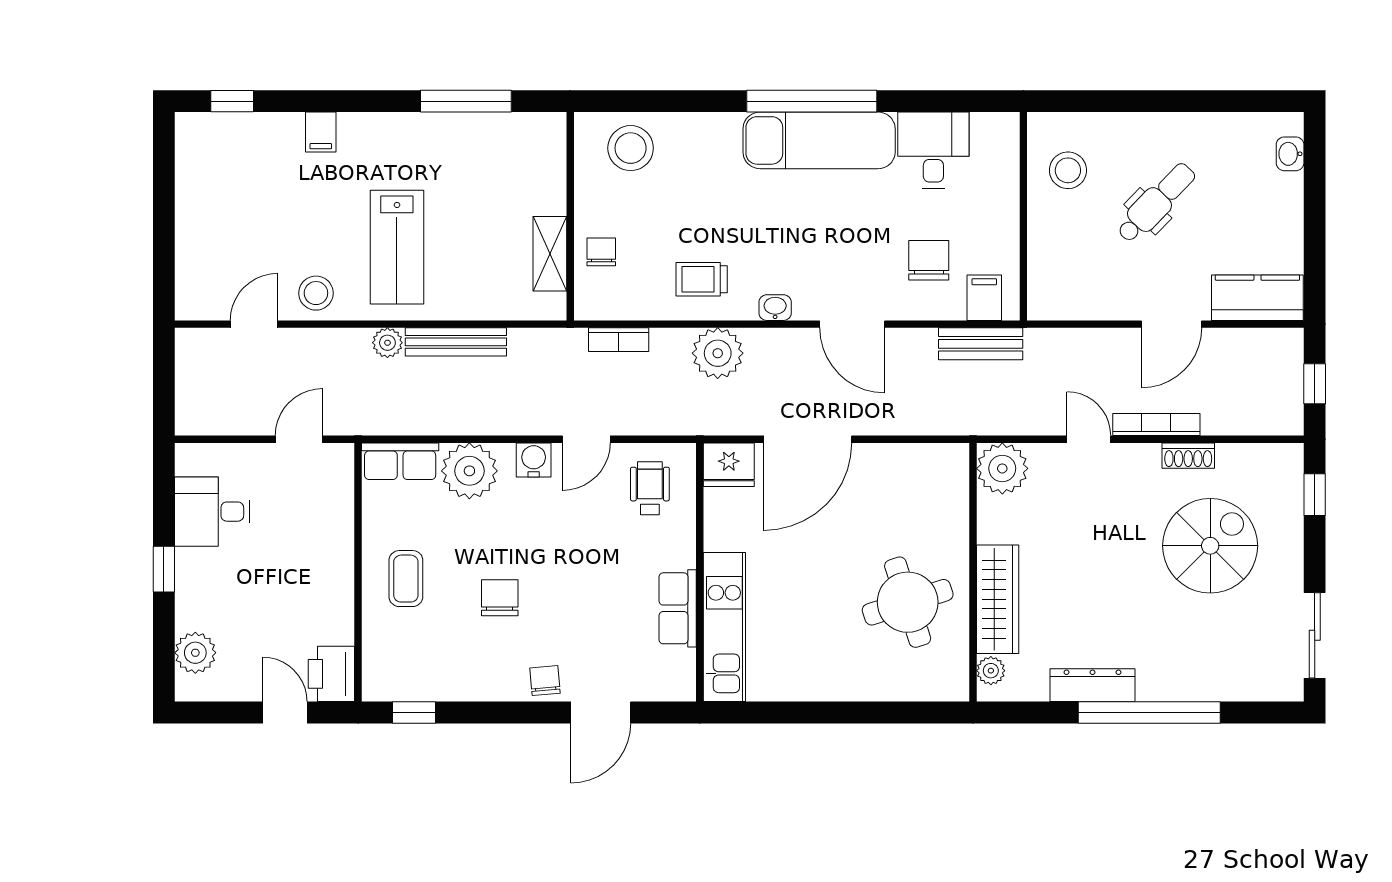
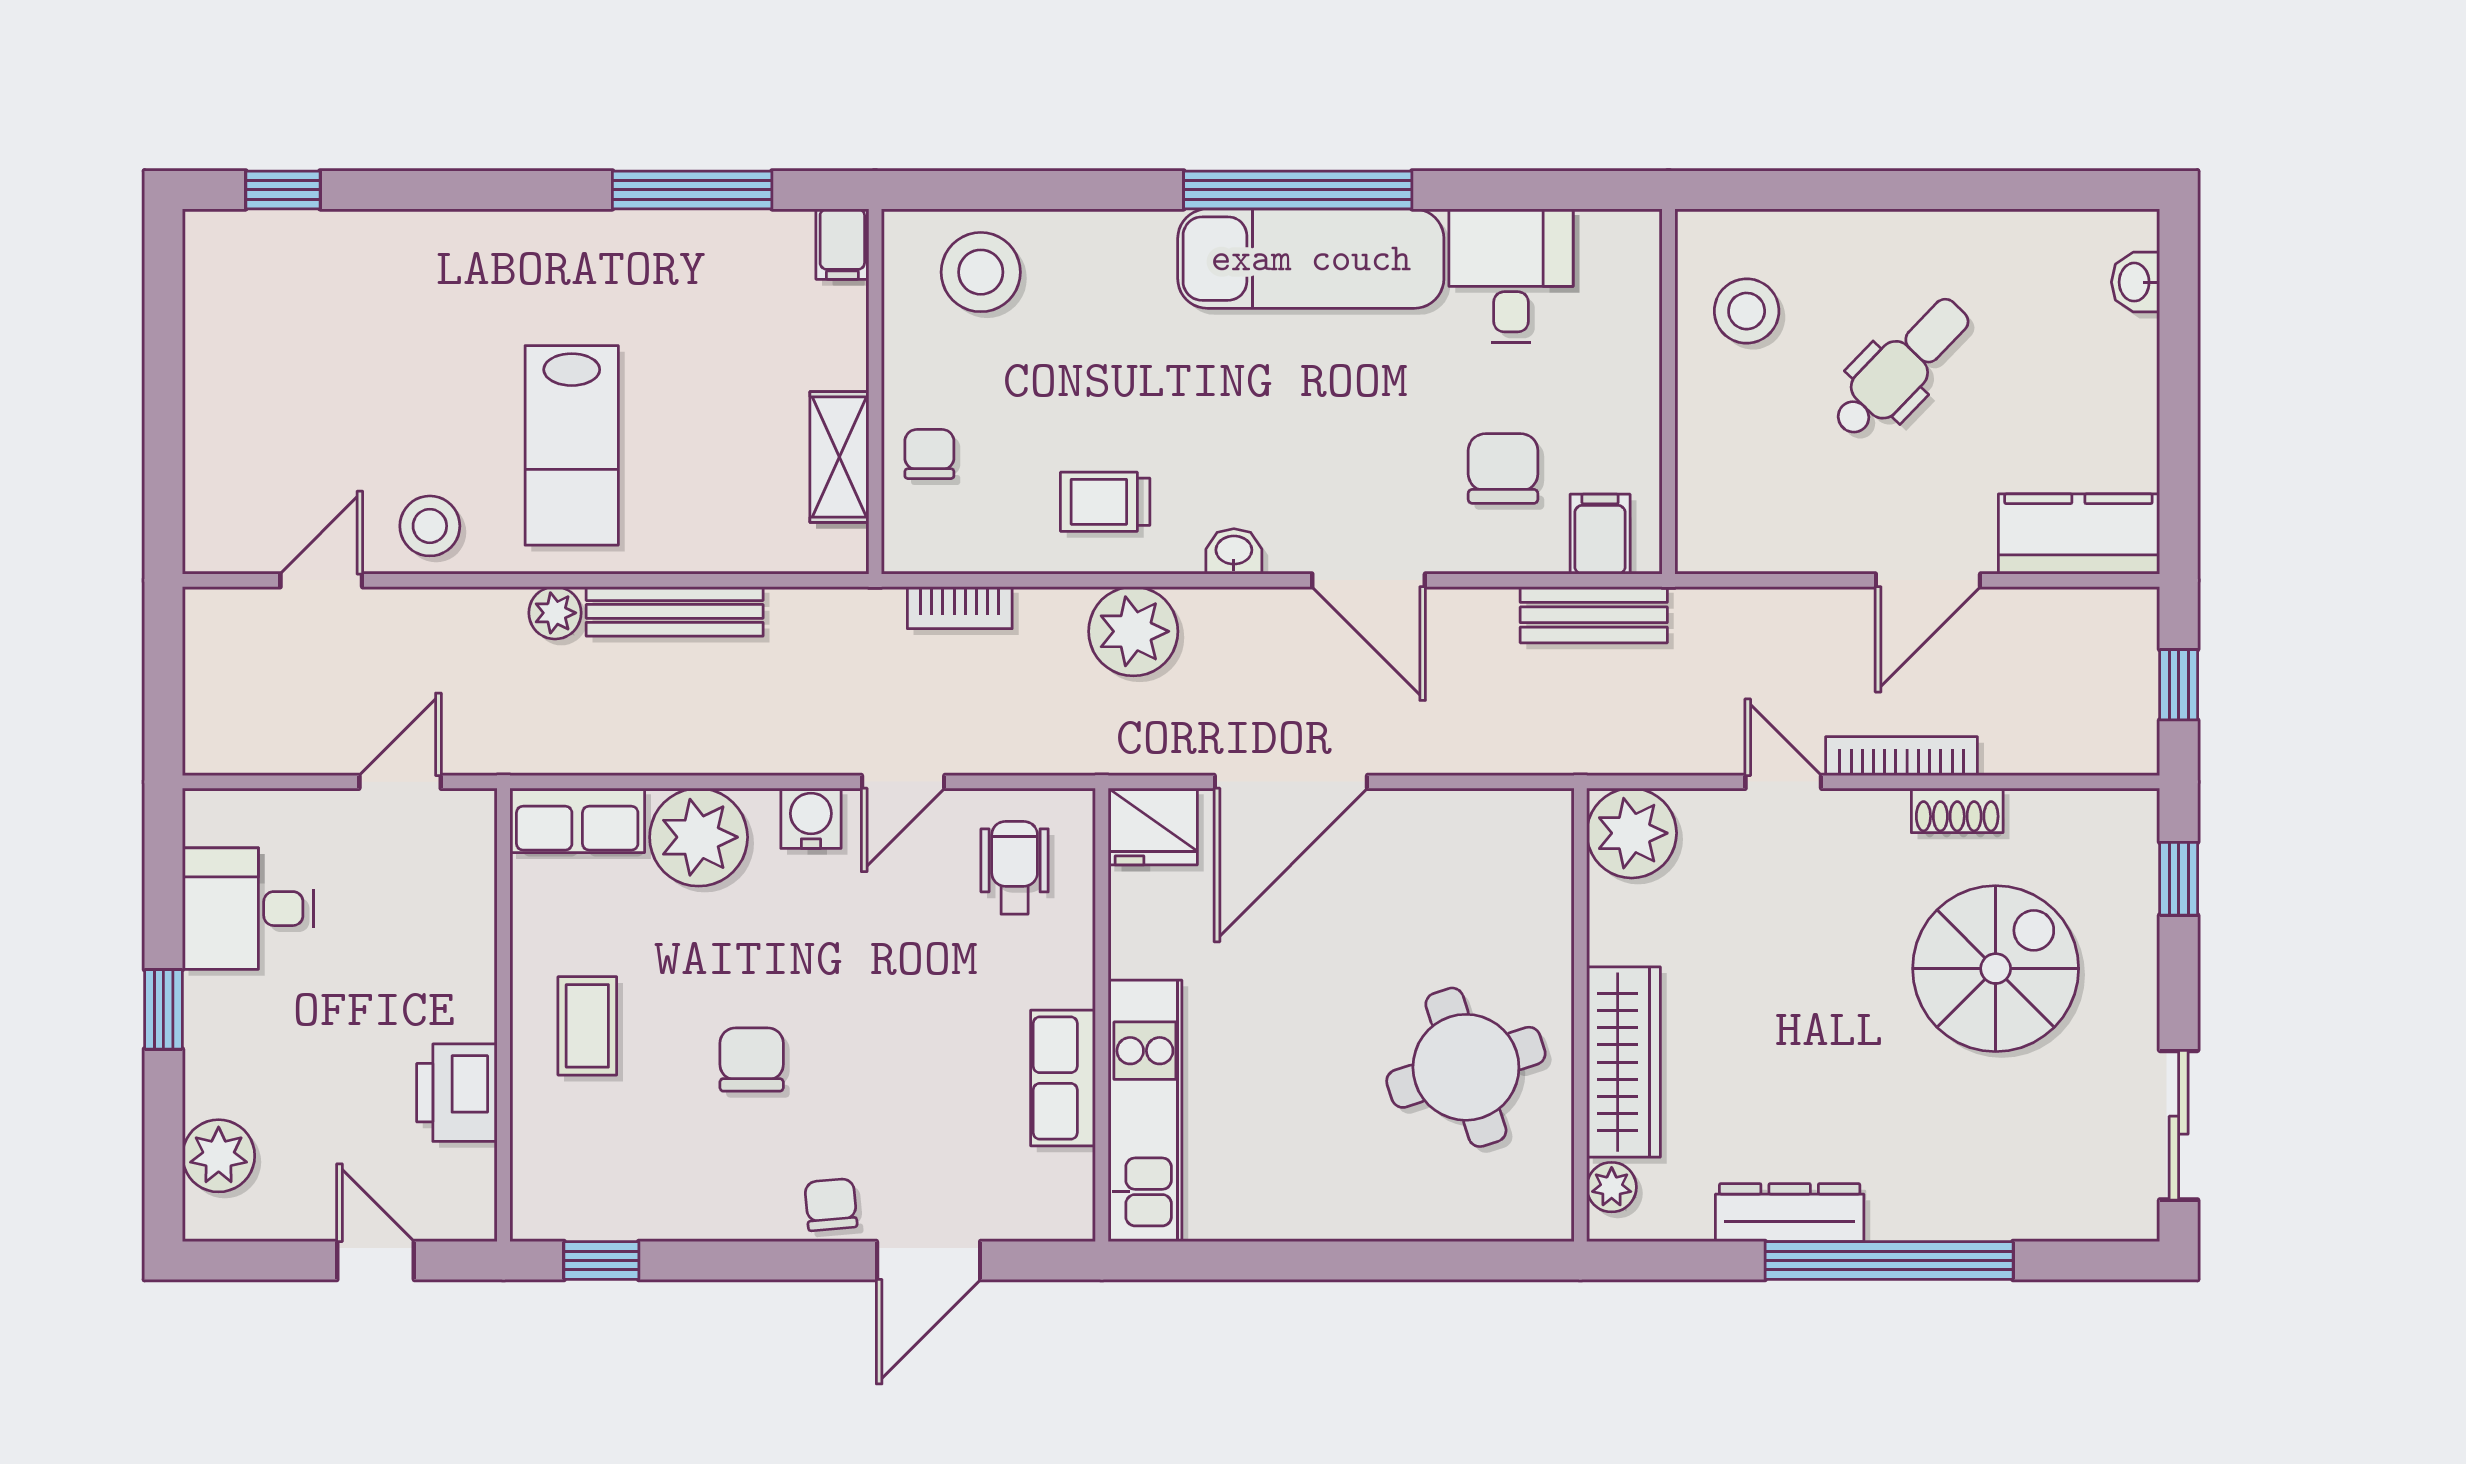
filing cabinet: (321, 132) -> (842, 244), moved
printer: (331, 674) -> (457, 1093), moved

